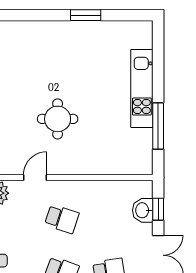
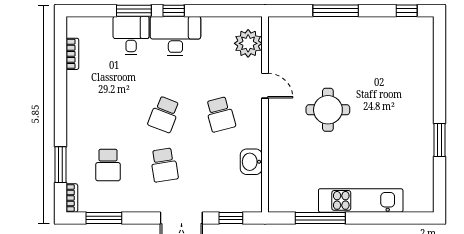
washbasin: (143, 210) -> (251, 162), moved, turned -90
school desk: (62, 219) -> (220, 114), turned -33

